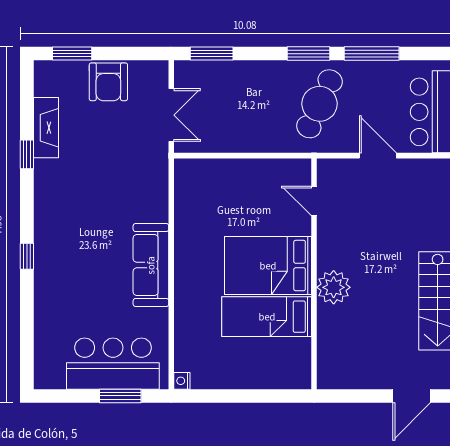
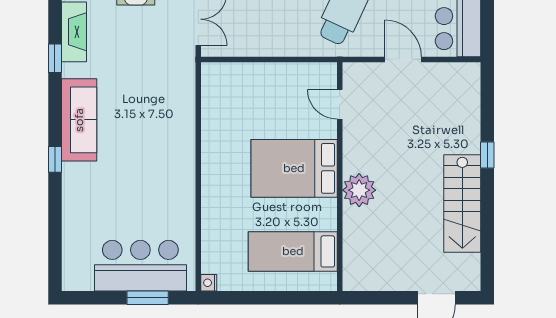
sofa: (151, 265) -> (79, 120), moved, turned 180
bed: (267, 317) -> (293, 251), moved

